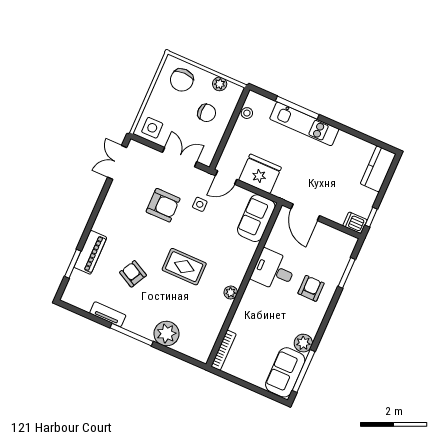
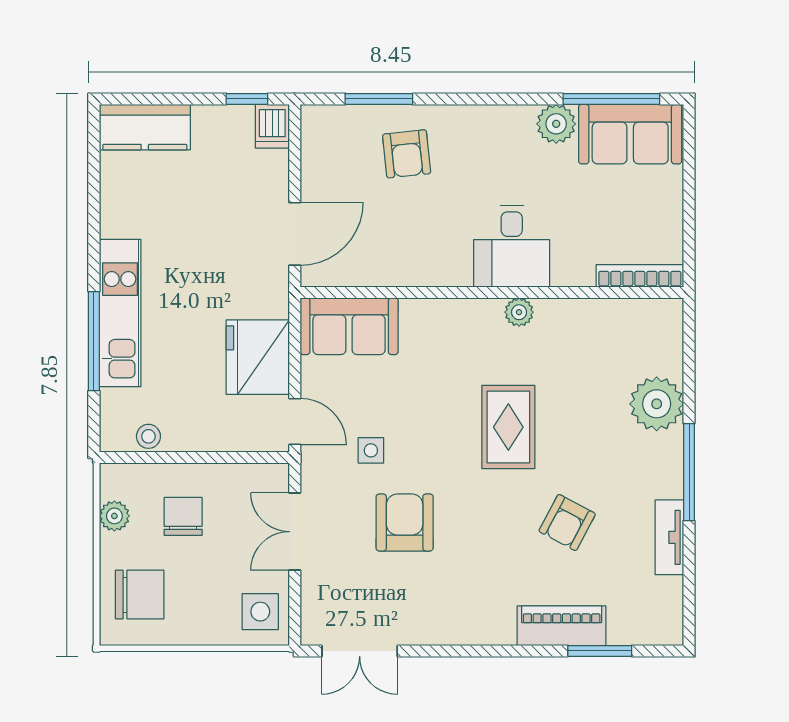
desk: (274, 270) -> (512, 246), moved
armchair: (311, 288) -> (407, 154), moved, turned -96

